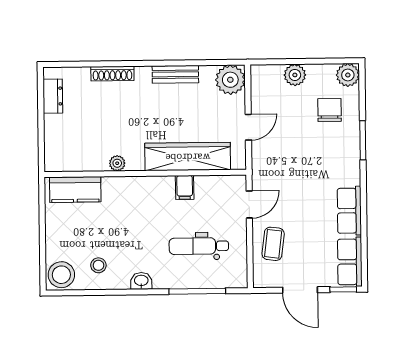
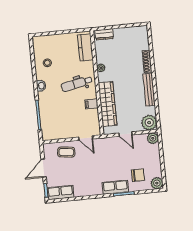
bench: (175, 74) -> (149, 90), width x1.36
plant: (295, 75) -> (153, 138), moved
dresser: (53, 96) -> (104, 34), moved
row of seats: (349, 211) -> (115, 187), moved
dental chair: (199, 246) -> (77, 84), moved, turned -101
stool: (61, 275) -> (41, 44), removed

